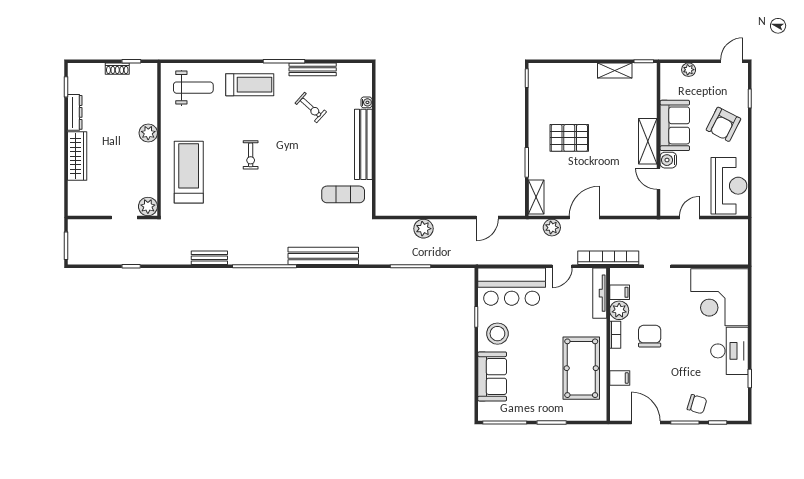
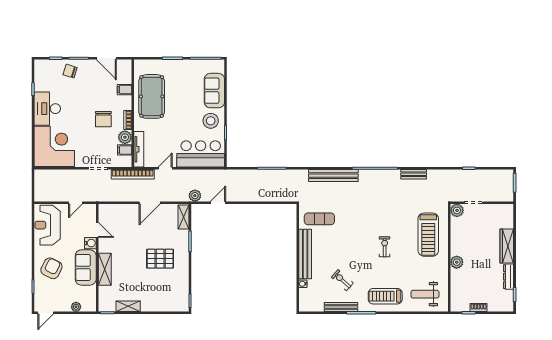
shelving: (648, 141) -> (105, 269), moved
plant: (552, 228) -> (195, 196), moved
plant: (423, 229) -> (263, 195), removed

